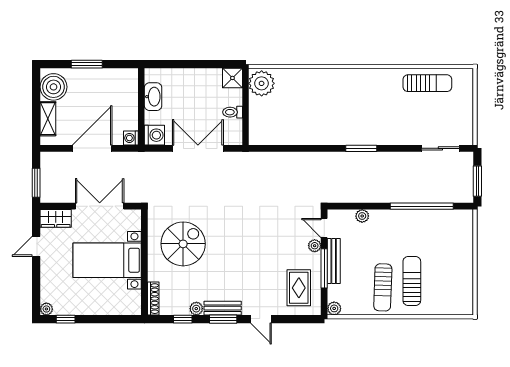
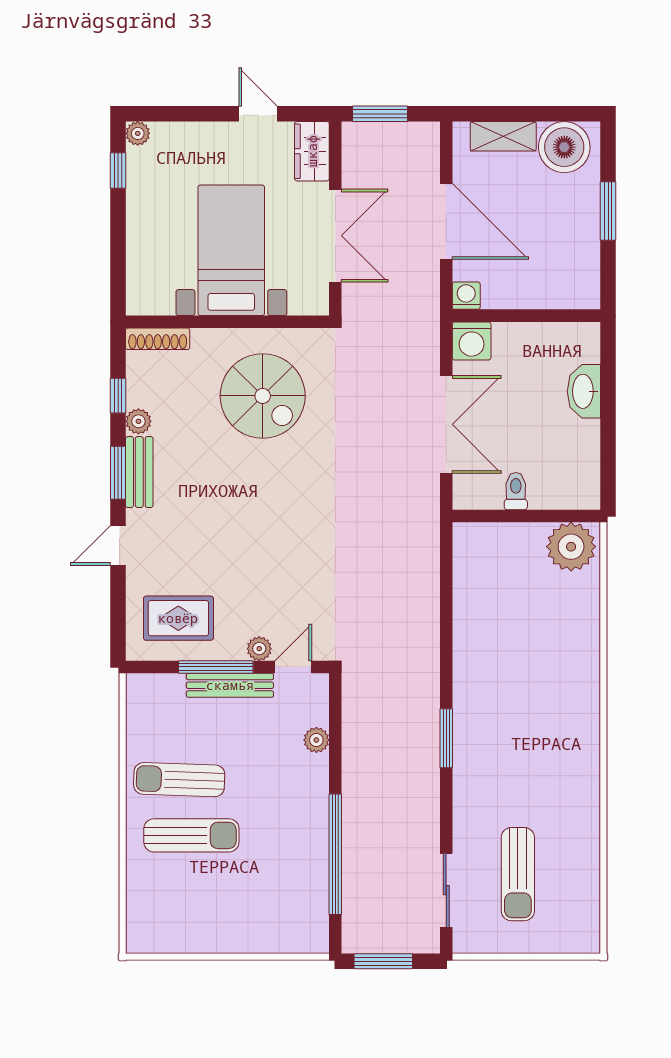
shower: (232, 78) -> (581, 491), removed
sun lounger: (427, 83) -> (518, 874), moved
washbasin: (153, 97) -> (584, 391), moved, turned 90
plant: (334, 308) -> (139, 686), removed

